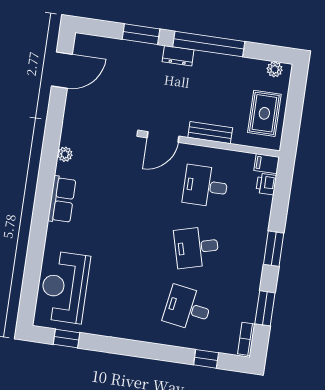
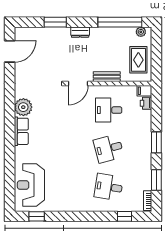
window: (209, 44) -> (120, 22), moved
plant: (65, 154) -> (23, 107), width x1.87, depth x1.87

